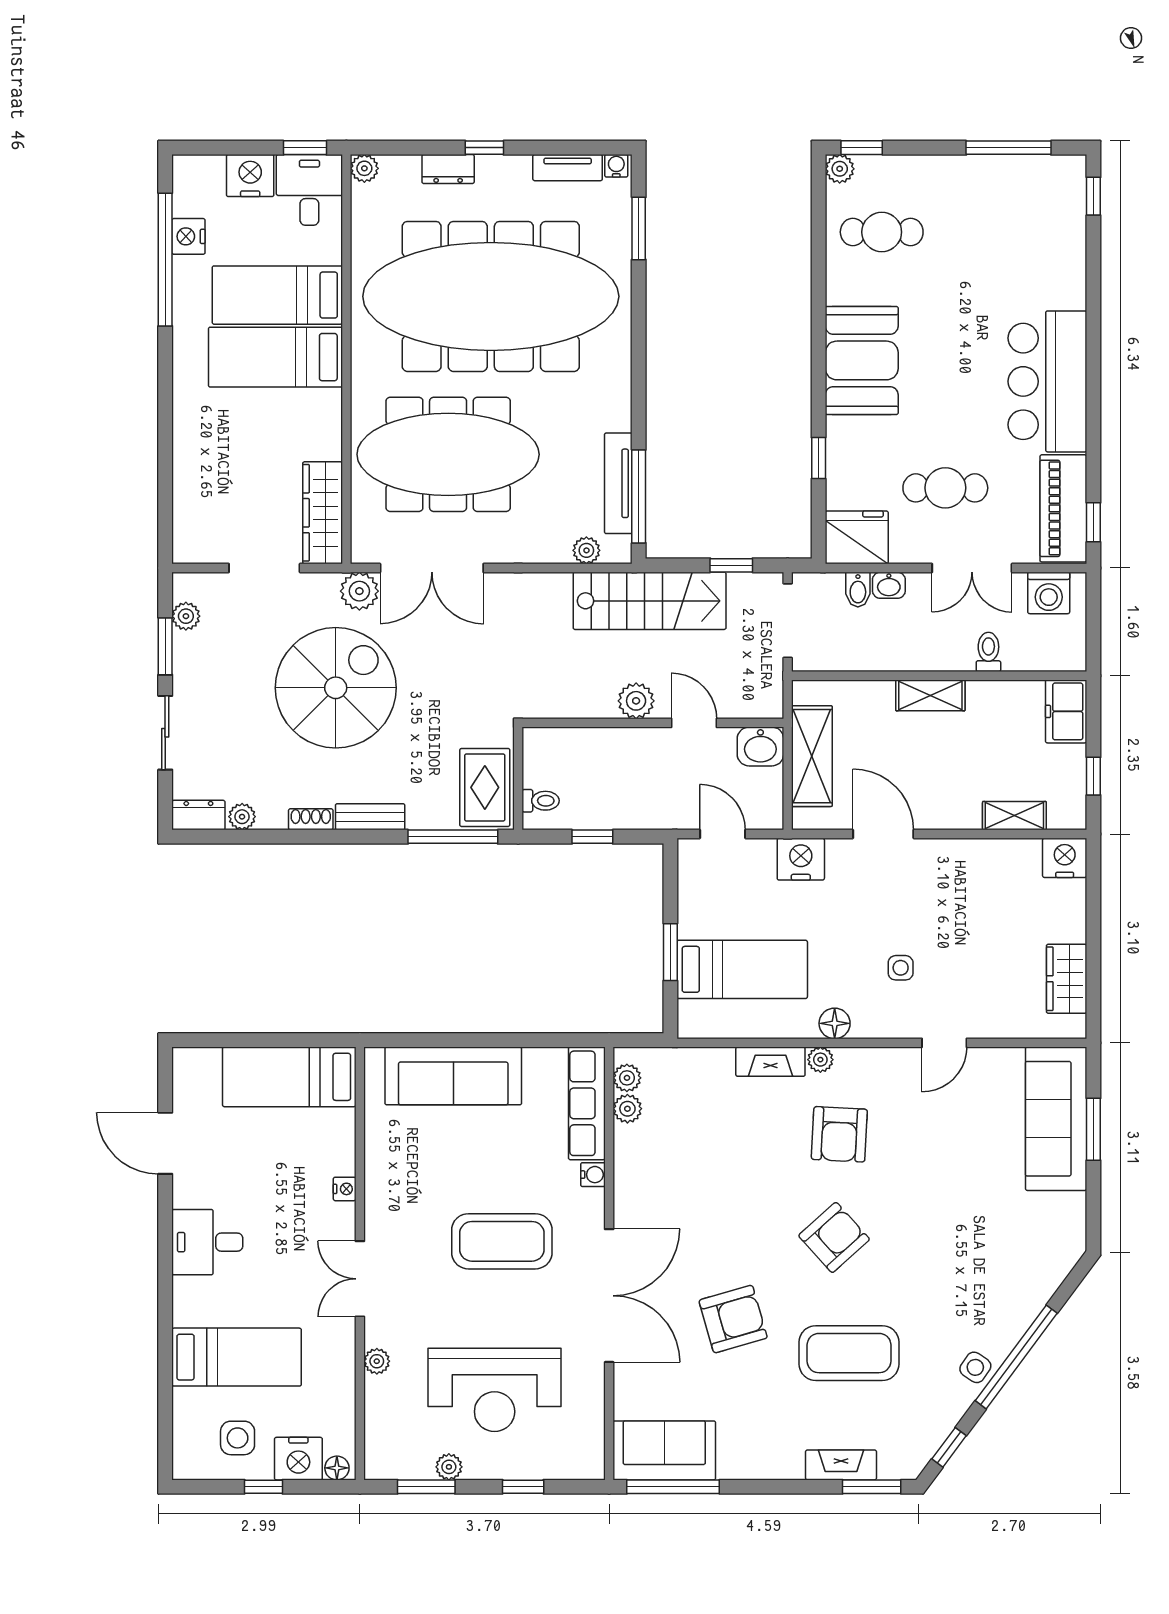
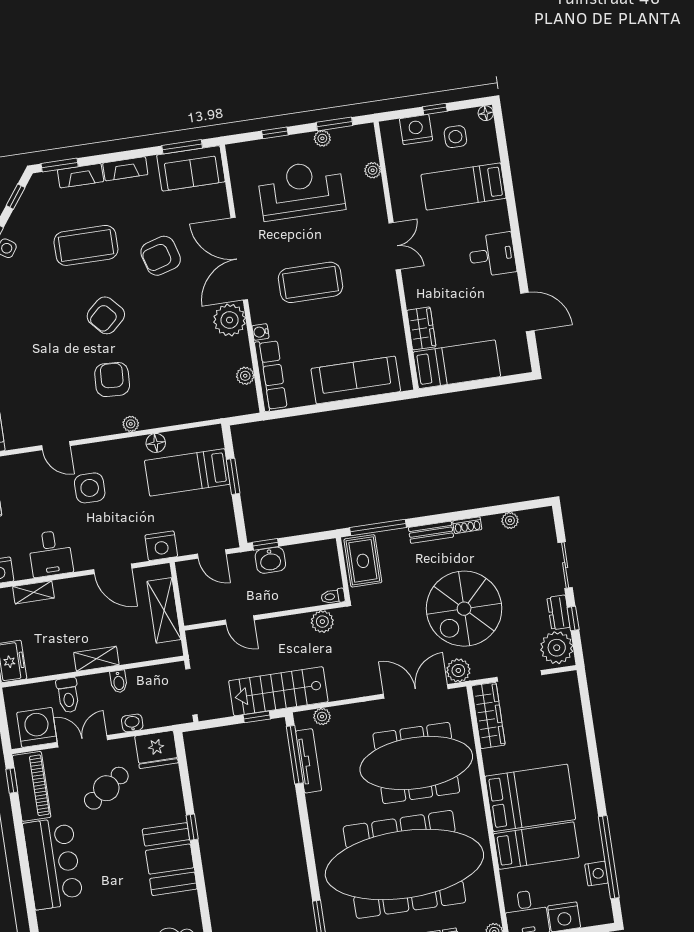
bed: (275, 357) -> (530, 798), width x1.50
window: (819, 458) -> (192, 827), moved
cafe table: (945, 488) -> (106, 788), turned -35
window: (731, 565) -> (257, 717), moved
bidet: (858, 590) -> (119, 681), moved, turned 180
washing machine: (1049, 593) -> (37, 727), width x1.37, depth x1.37
plant: (186, 616) -> (557, 648), width x1.87, depth x1.87
window: (165, 646) -> (573, 618), width x0.67
toilet: (988, 652) -> (68, 695), width x1.37, depth x1.39
plant: (636, 701) -> (322, 622), moved
washbasin: (760, 746) -> (270, 560), moved, turned 180
toilet: (541, 801) -> (333, 596), moved
dresser: (198, 815) -> (559, 612), moved, turned 90
window: (592, 837) -> (265, 544), moved
desk: (978, 873) -> (50, 554), added
side table: (901, 968) -> (90, 488), width x1.87, depth x1.87
floor lamp: (835, 1023) -> (156, 443), moved
door: (944, 1043) -> (56, 446), swing flipped
fireplace: (770, 1062) -> (125, 169), moved, turned 180
plant: (627, 1078) -> (230, 320), moved, width x1.88, depth x1.88
wardrobe: (337, 1142) -> (421, 328), added
nightstand: (345, 1189) -> (412, 300), removed
plant: (377, 1361) -> (373, 170), moved
floor lamp: (337, 1468) -> (486, 113), moved
window: (673, 1487) -> (182, 147), width x0.69

